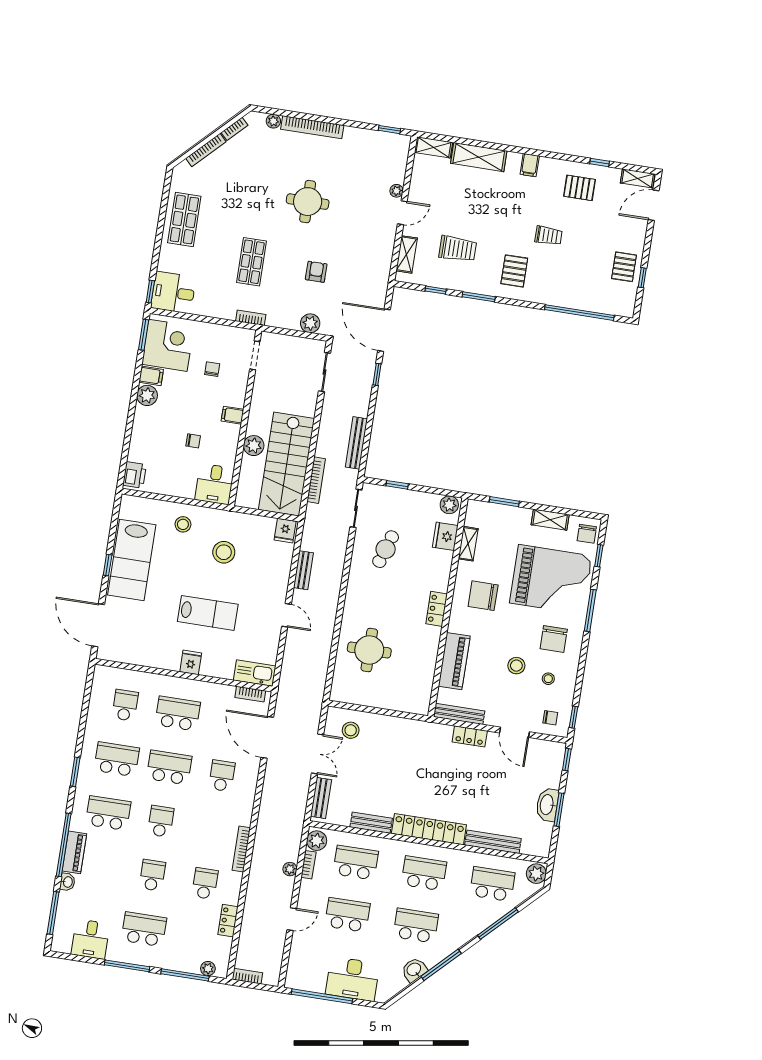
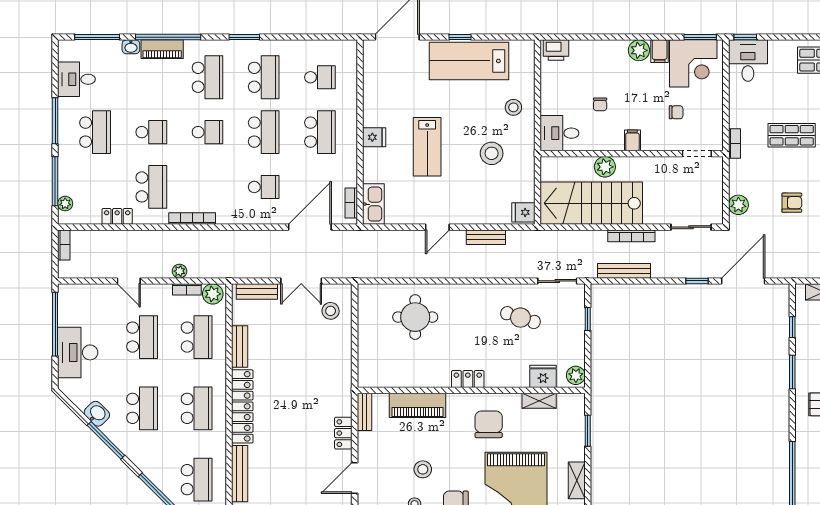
bookcase: (316, 480) -> (631, 236), moved
bench: (459, 714) -> (364, 412), width x0.73
school desk: (205, 883) -> (151, 187), width x1.85

